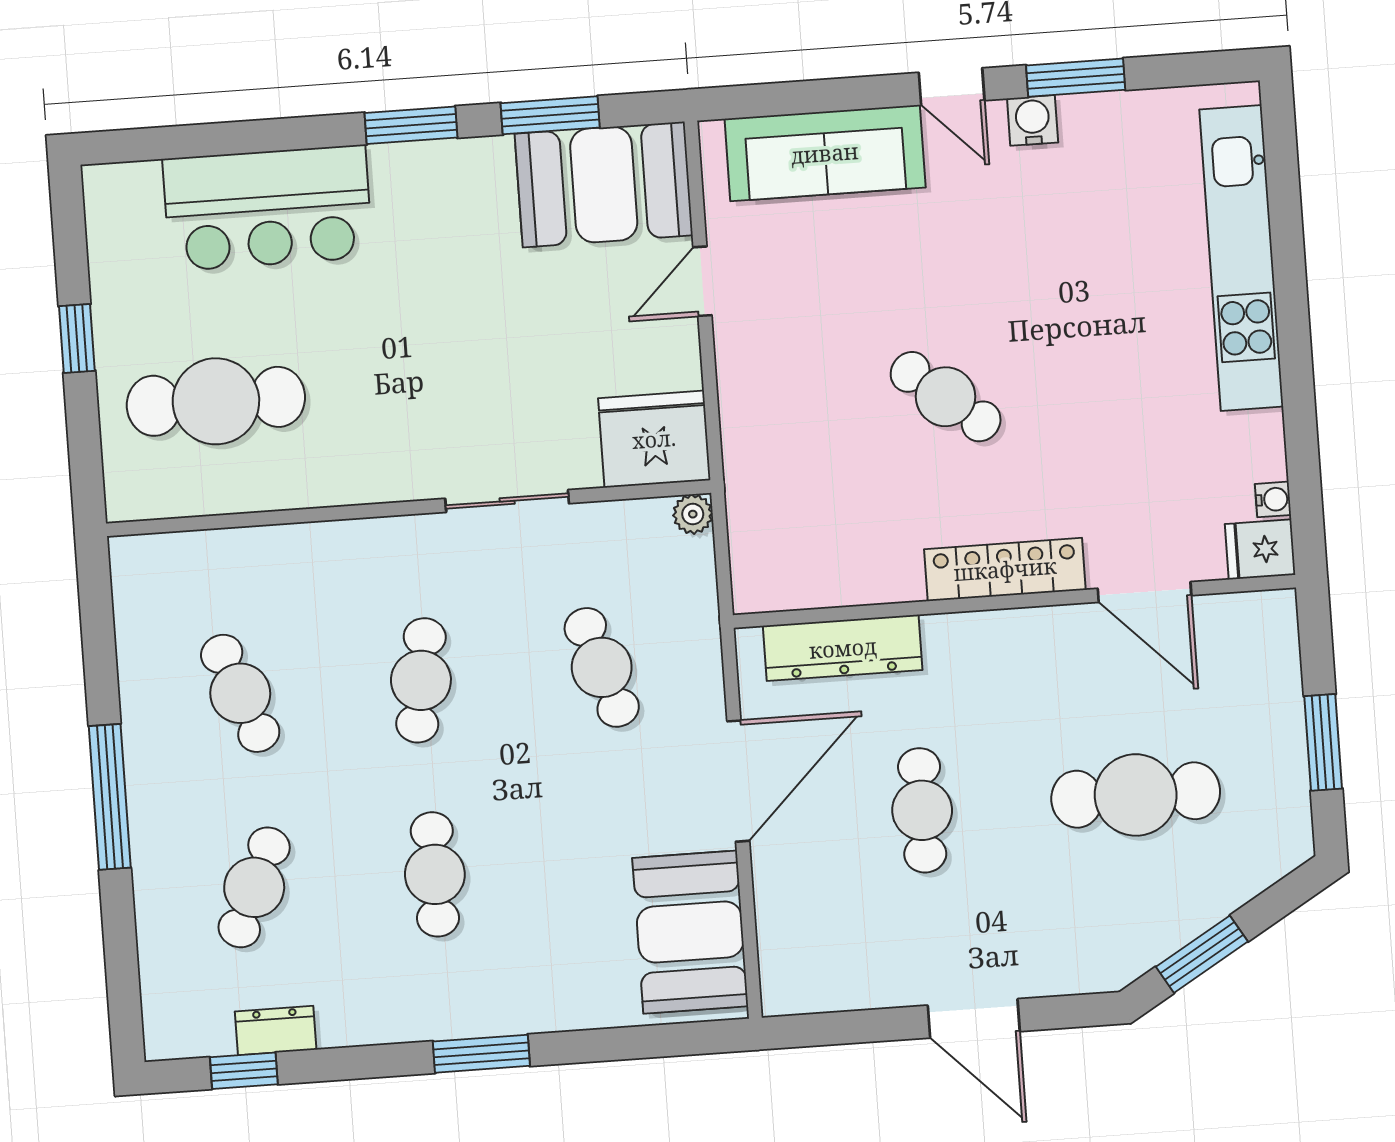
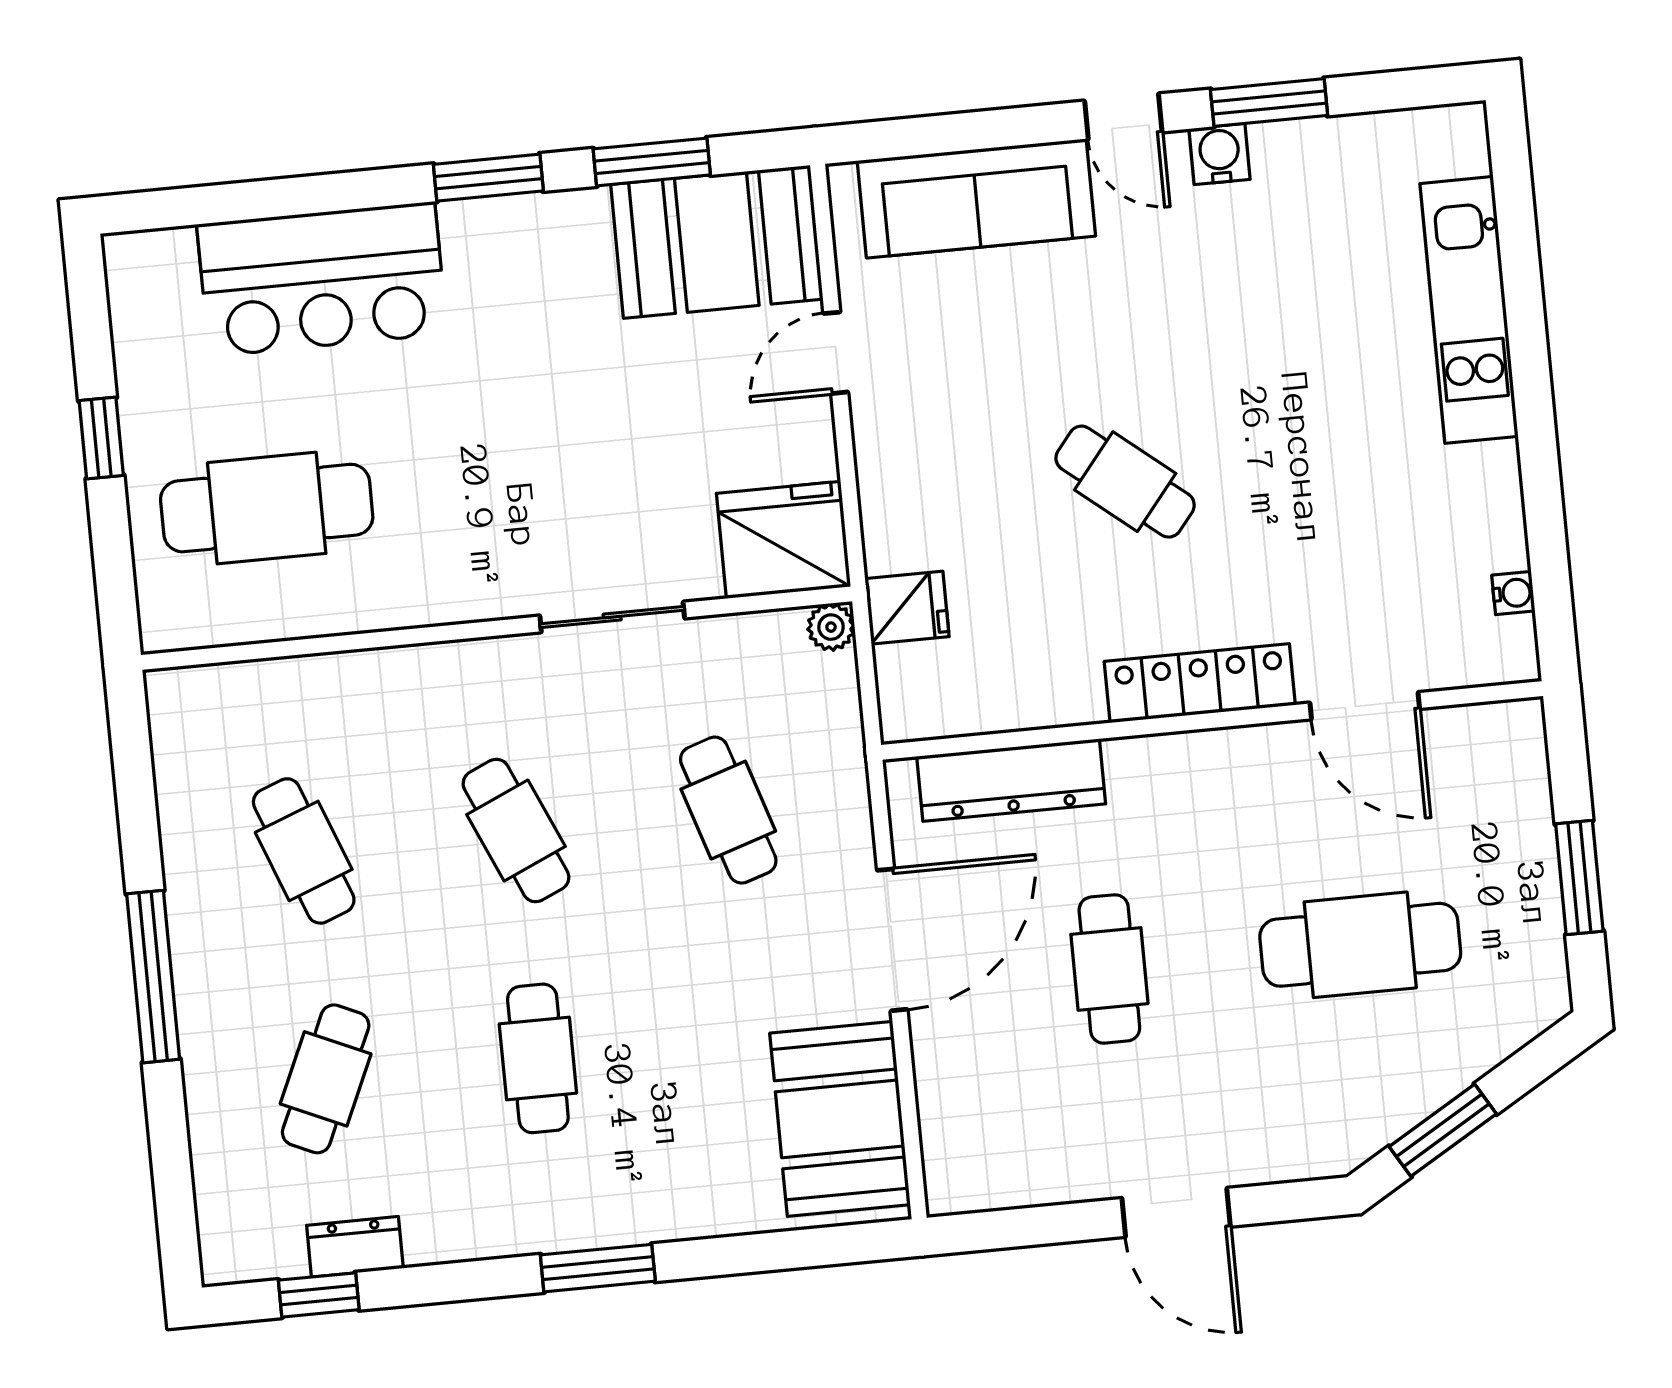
kitchen unit: (1241, 258) -> (1469, 310), width x0.73
fridge: (1260, 549) -> (907, 608), moved, turned 180
cafe table: (421, 680) -> (516, 831), turned -33

